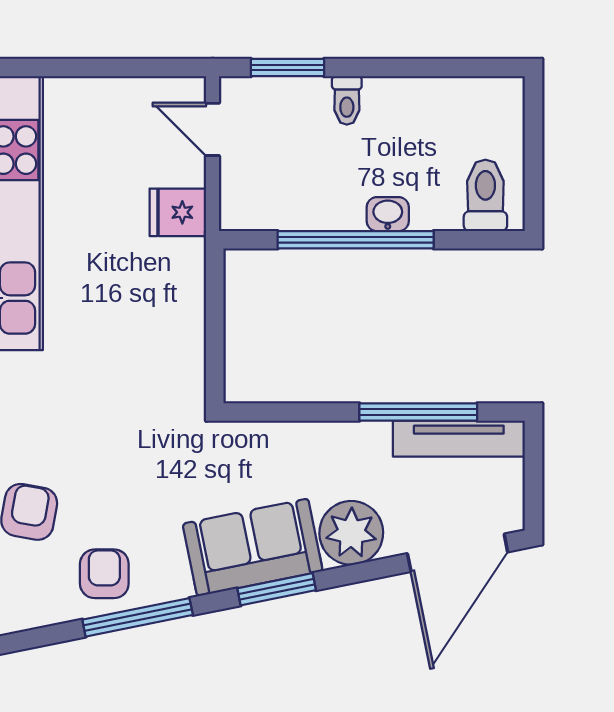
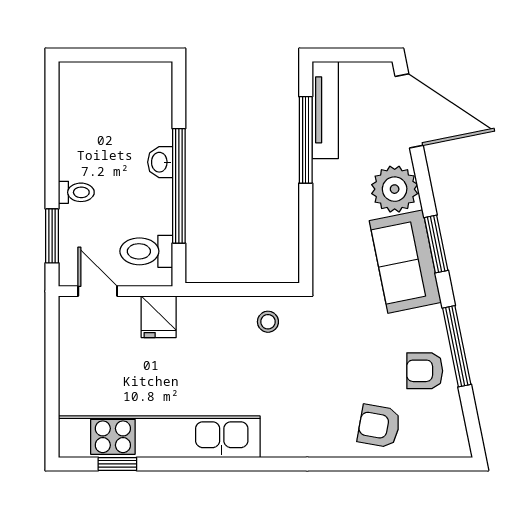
door: (213, 129) -> (98, 291), swing flipped
toilet: (485, 195) -> (146, 251), moved
stool: (171, 361) -> (268, 322), added

